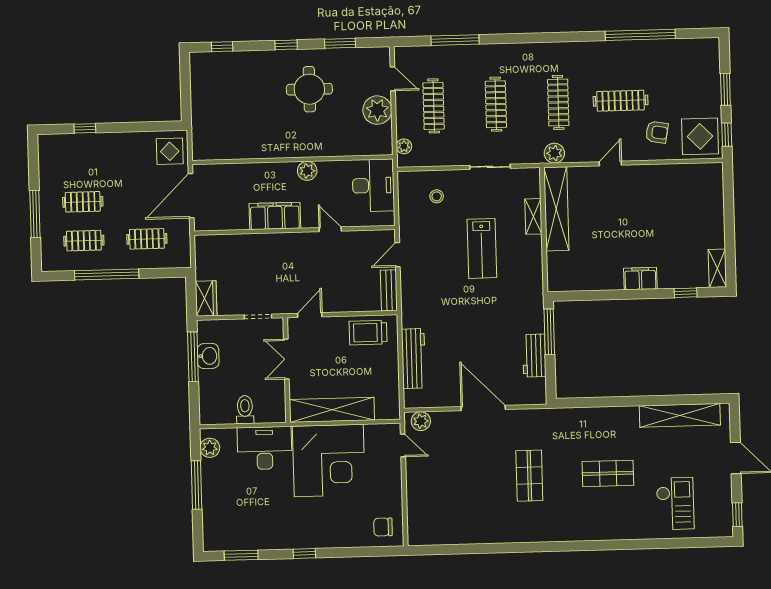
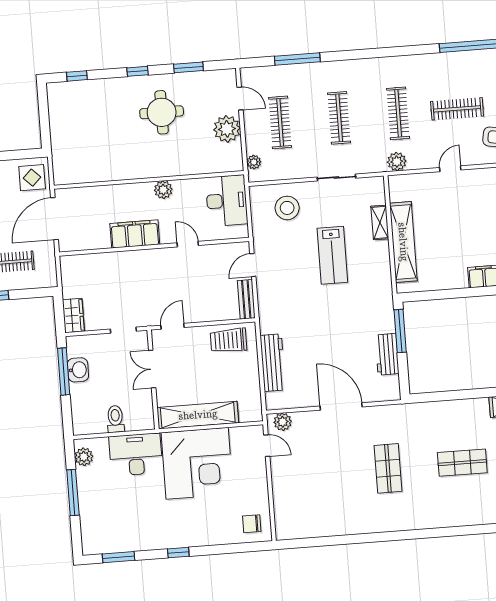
stool: (437, 196) -> (287, 208), width x1.89, depth x1.89
shelving: (556, 209) -> (403, 242), moved

